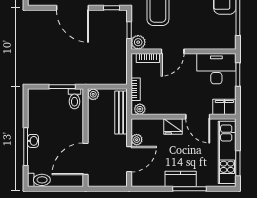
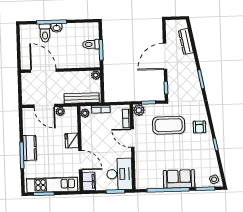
toilet: (75, 99) -> (91, 44), moved
door: (198, 117) -> (80, 160), swing flipped
toilet: (39, 180) -> (45, 33), moved

